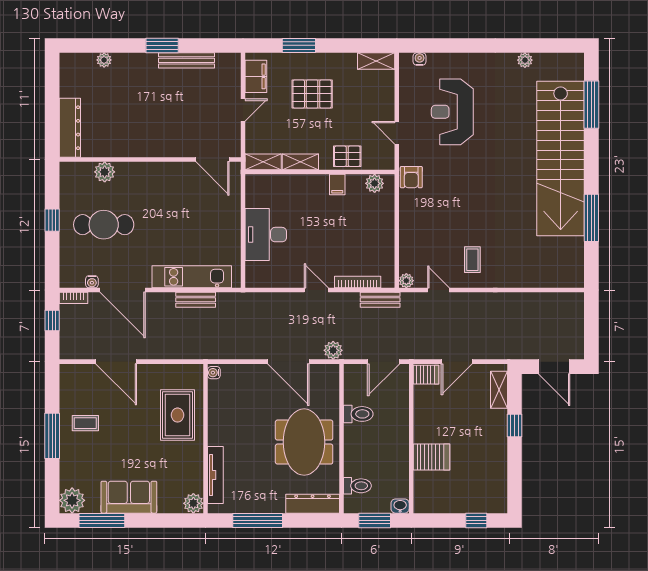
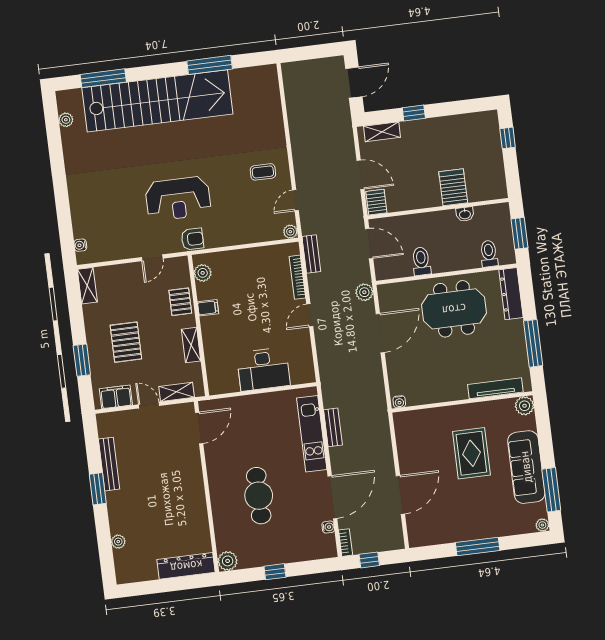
plant: (525, 60) -> (66, 120), moved
reception desk: (452, 112) -> (178, 199), moved
shelving: (263, 162) -> (177, 392), moved, turned 90
plant: (105, 172) -> (228, 561), moved
cafe table: (104, 225) -> (259, 496), moved
rug: (177, 415) -> (471, 453), moved, turned 90
coffee table: (85, 423) -> (462, 517), removed
sofa: (129, 497) -> (526, 467), width x1.36
plant: (72, 500) -> (542, 525), width x0.53, depth x0.53
washbasin: (400, 506) -> (465, 214), moved, turned -90

